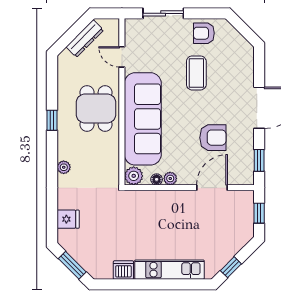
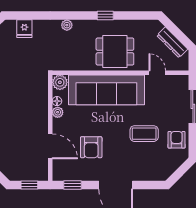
door: (122, 57) -> (157, 73), hinge flipped

